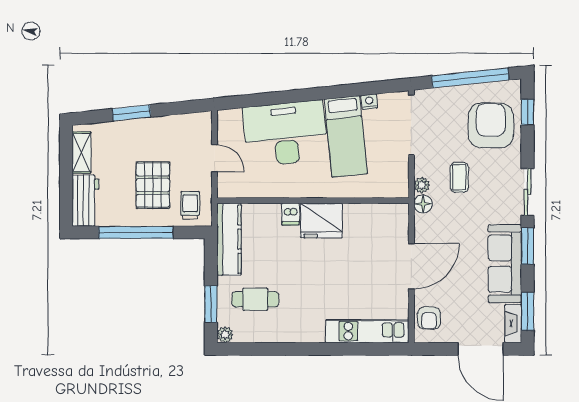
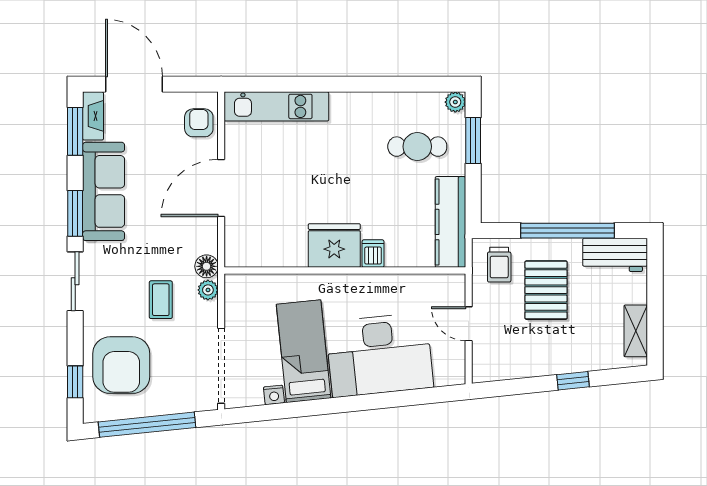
window: (131, 113) -> (573, 381), width x0.67
workbench: (85, 201) -> (615, 255), moved, turned -90

